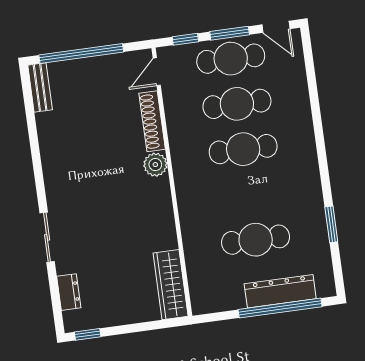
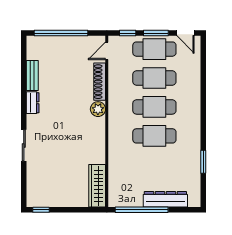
bench: (40, 87) -> (32, 76), moved
cafe table: (256, 240) -> (154, 136), moved
dresser: (69, 292) -> (33, 103), moved
window: (280, 308) -> (142, 210), moved

